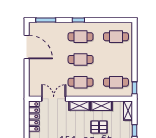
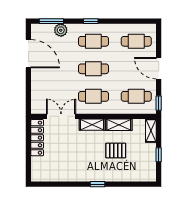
plant: (53, 27) -> (61, 30), added
door: (134, 59) -> (159, 68), added

